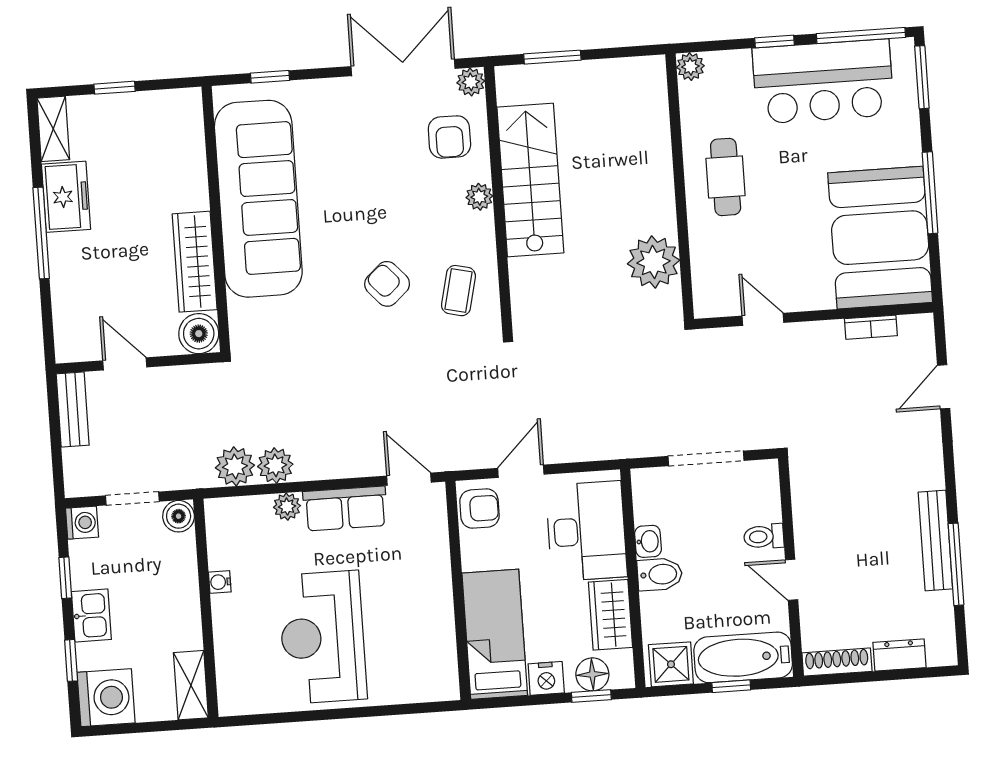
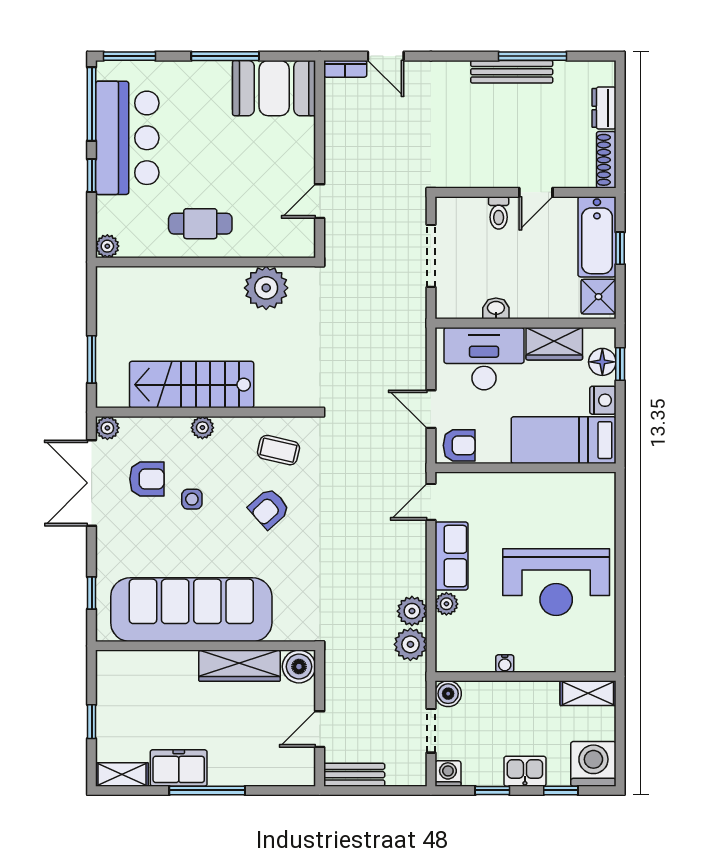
armchair: (449, 137) -> (147, 479), moved
side table: (392, 190) -> (192, 499), added
booth: (880, 238) -> (274, 88), width x0.73, depth x0.70
bookcase: (871, 327) -> (345, 69), moved, turned 90
armchair: (479, 509) -> (459, 445), turned 90
bidet: (660, 574) -> (524, 301), removed

